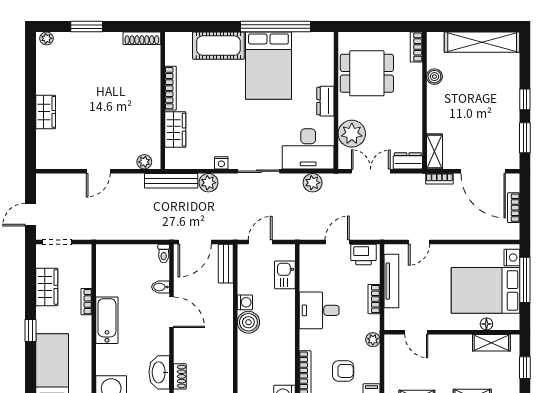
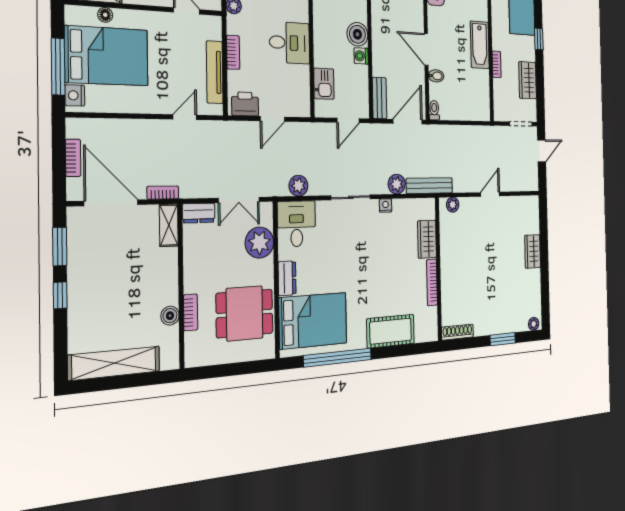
bookcase: (416, 47) -> (191, 312), moved
bed: (268, 66) -> (313, 321), moved, turned 90
desk: (308, 149) -> (297, 224), width x0.73

